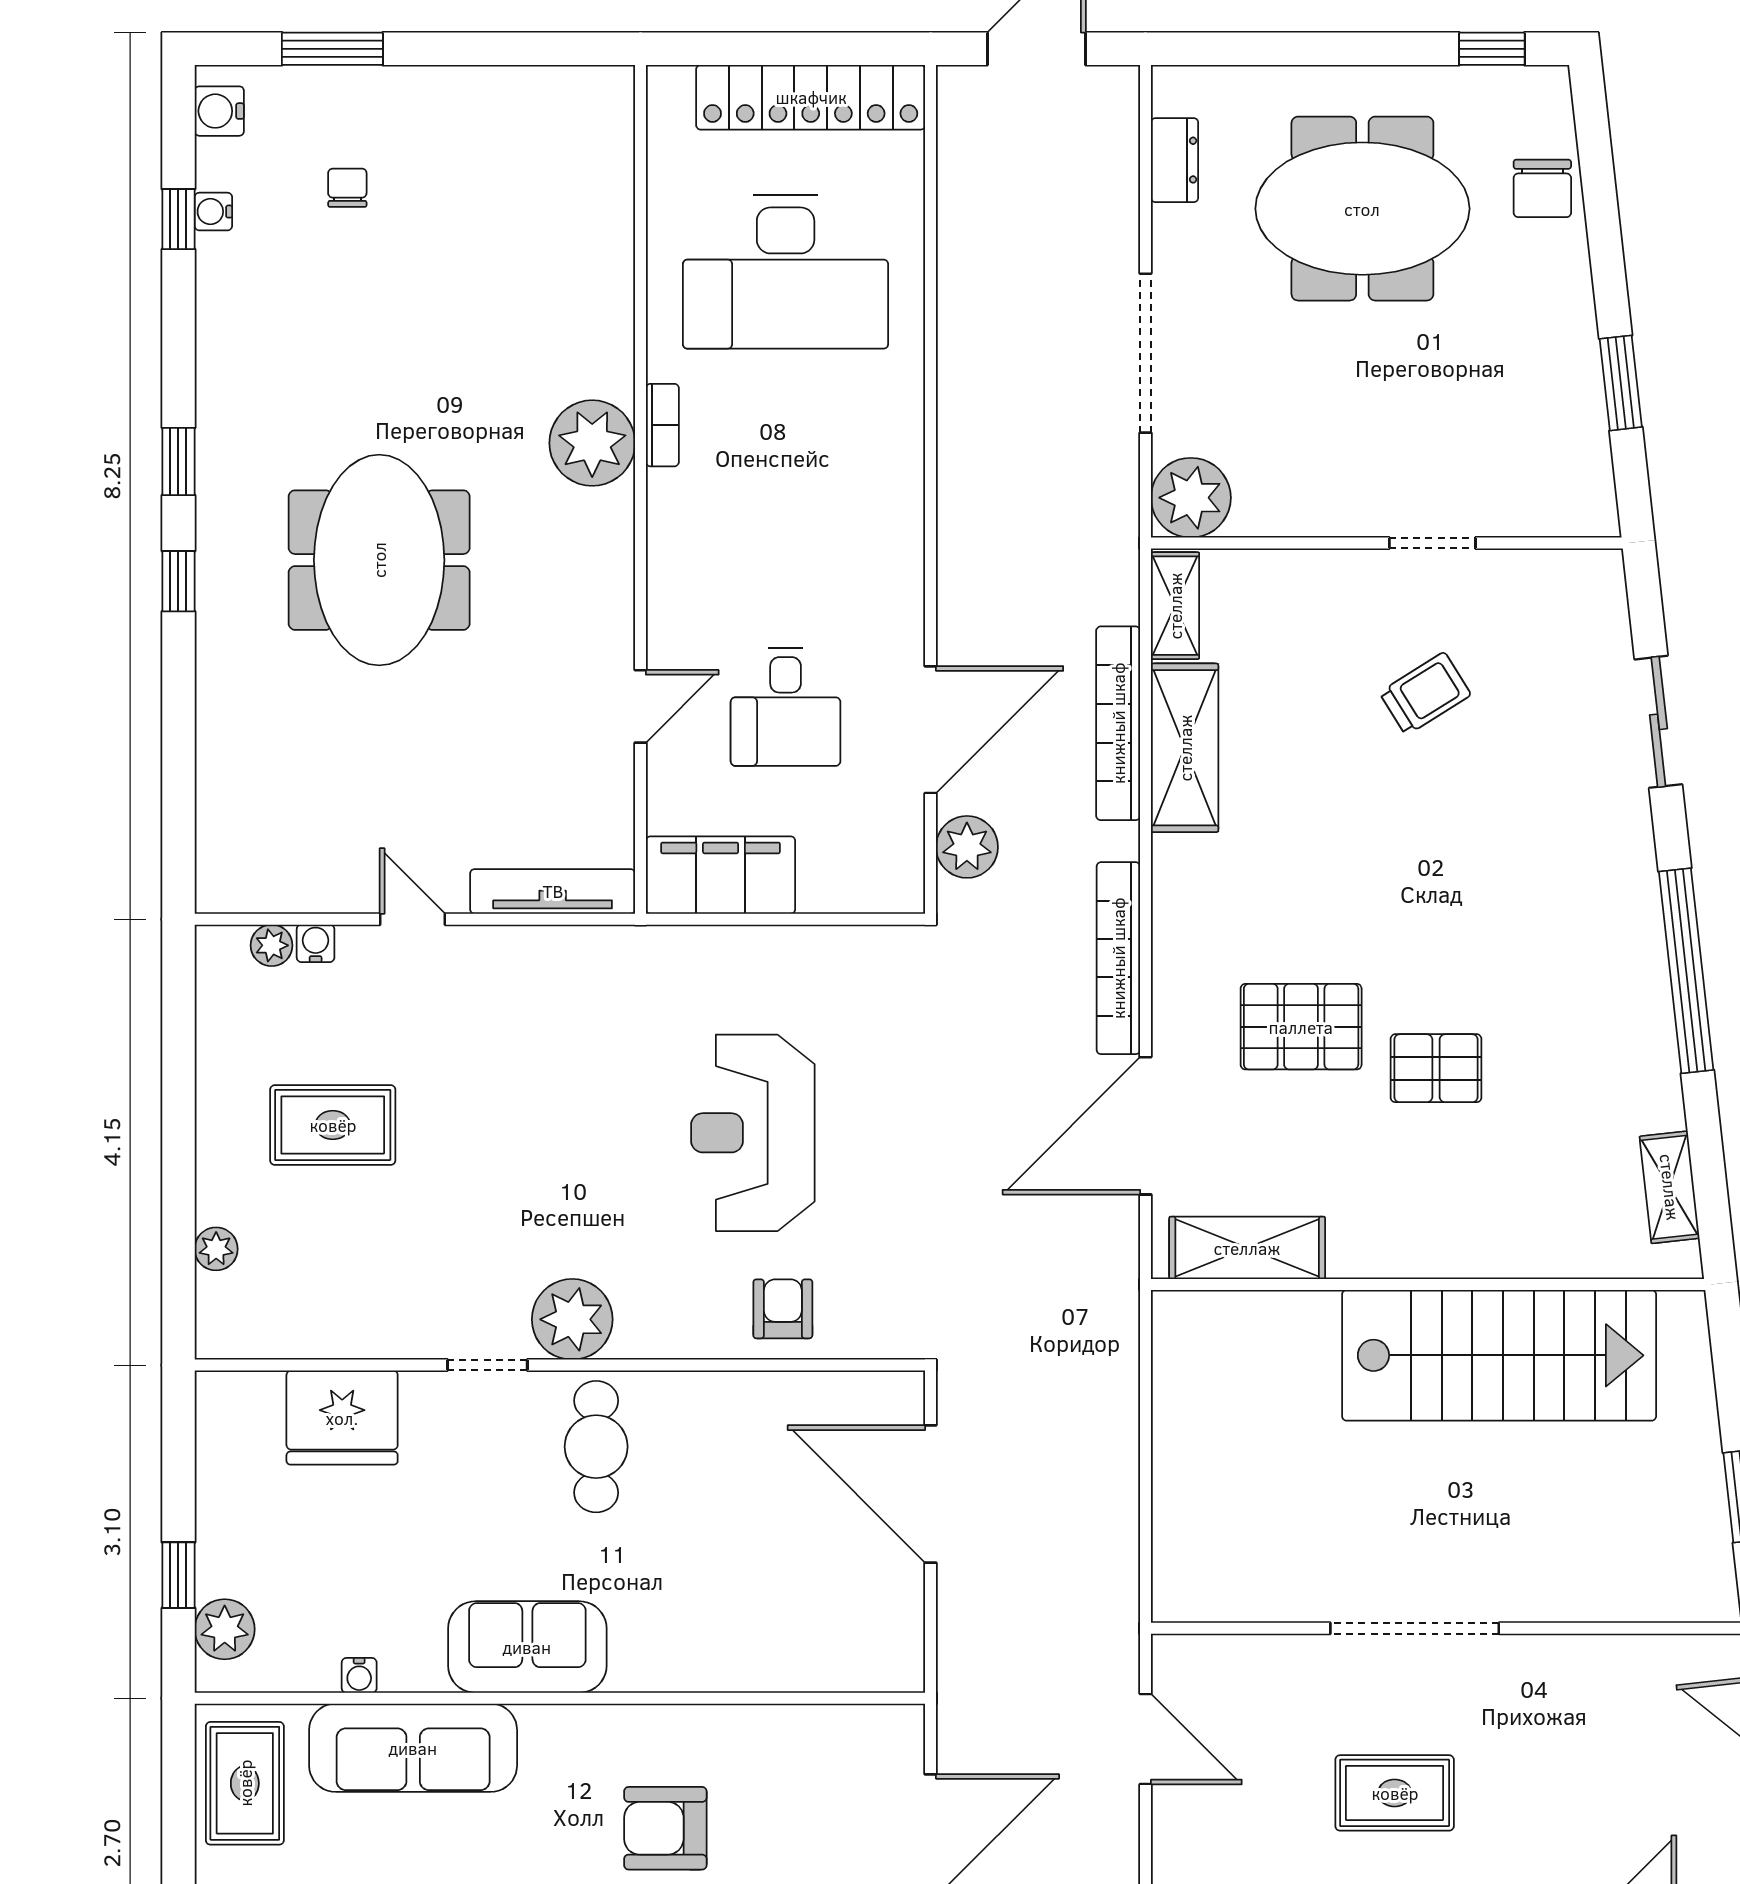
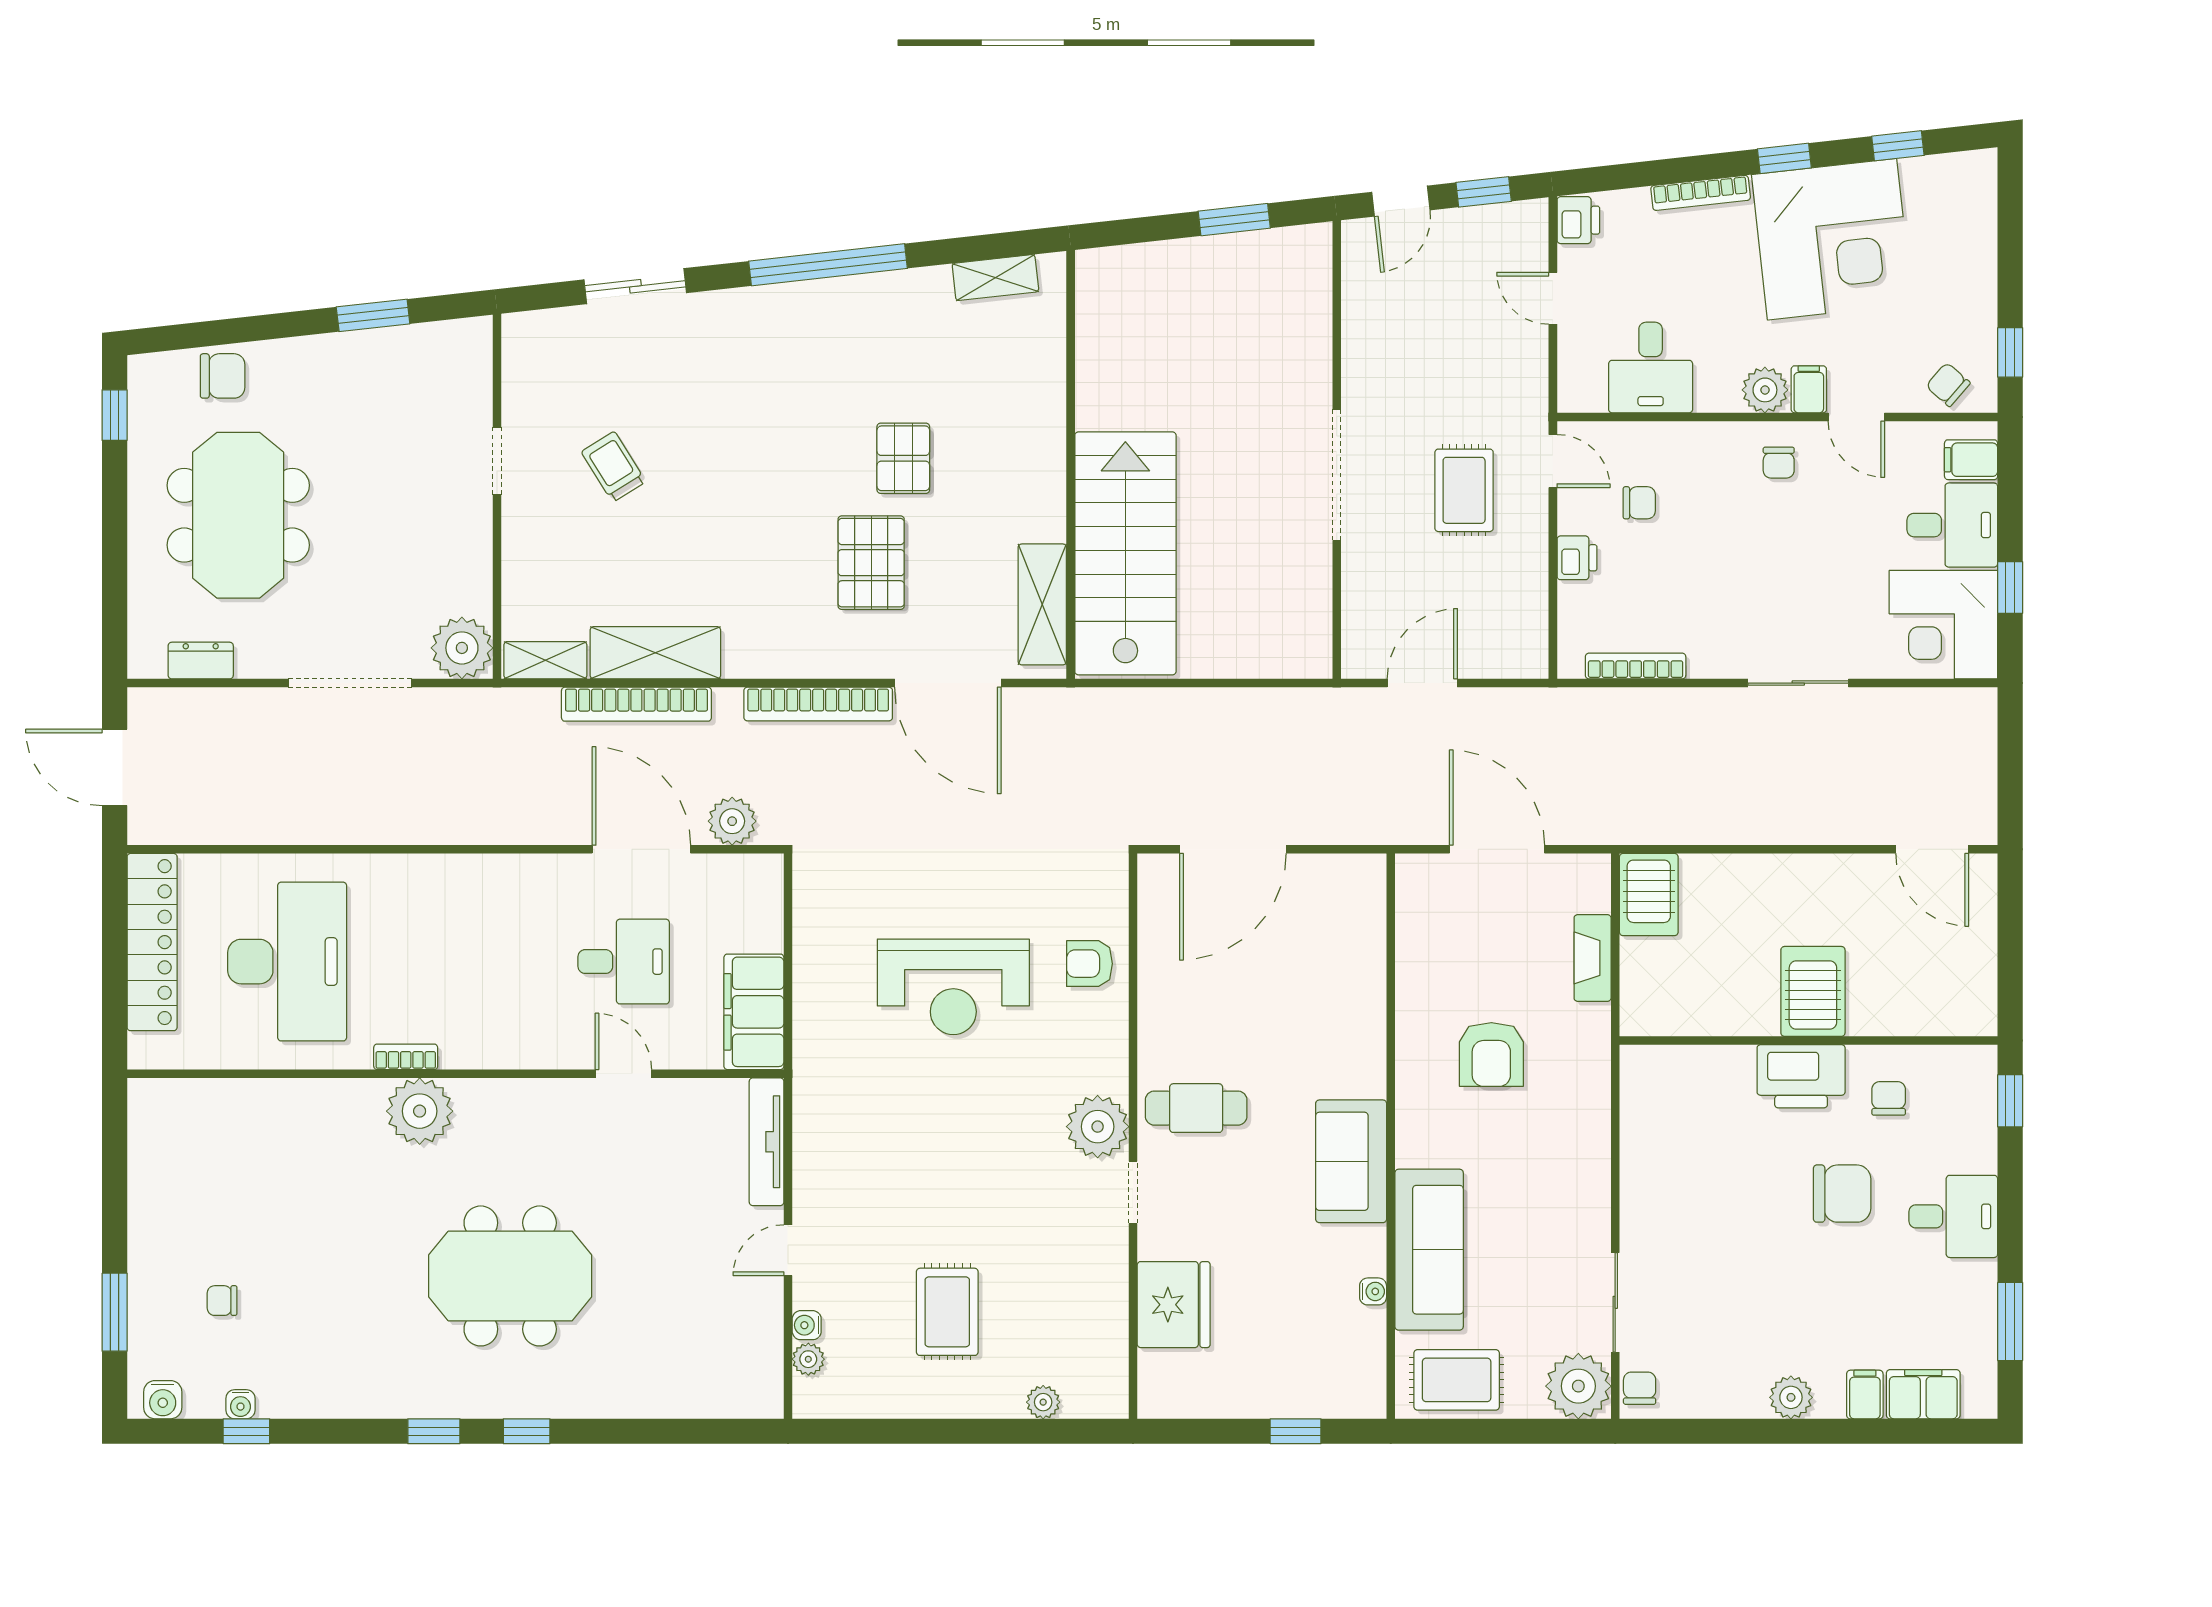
stairs: (1499, 1355) -> (1125, 553), moved
plant: (225, 1629) -> (1337, 1396), removed

